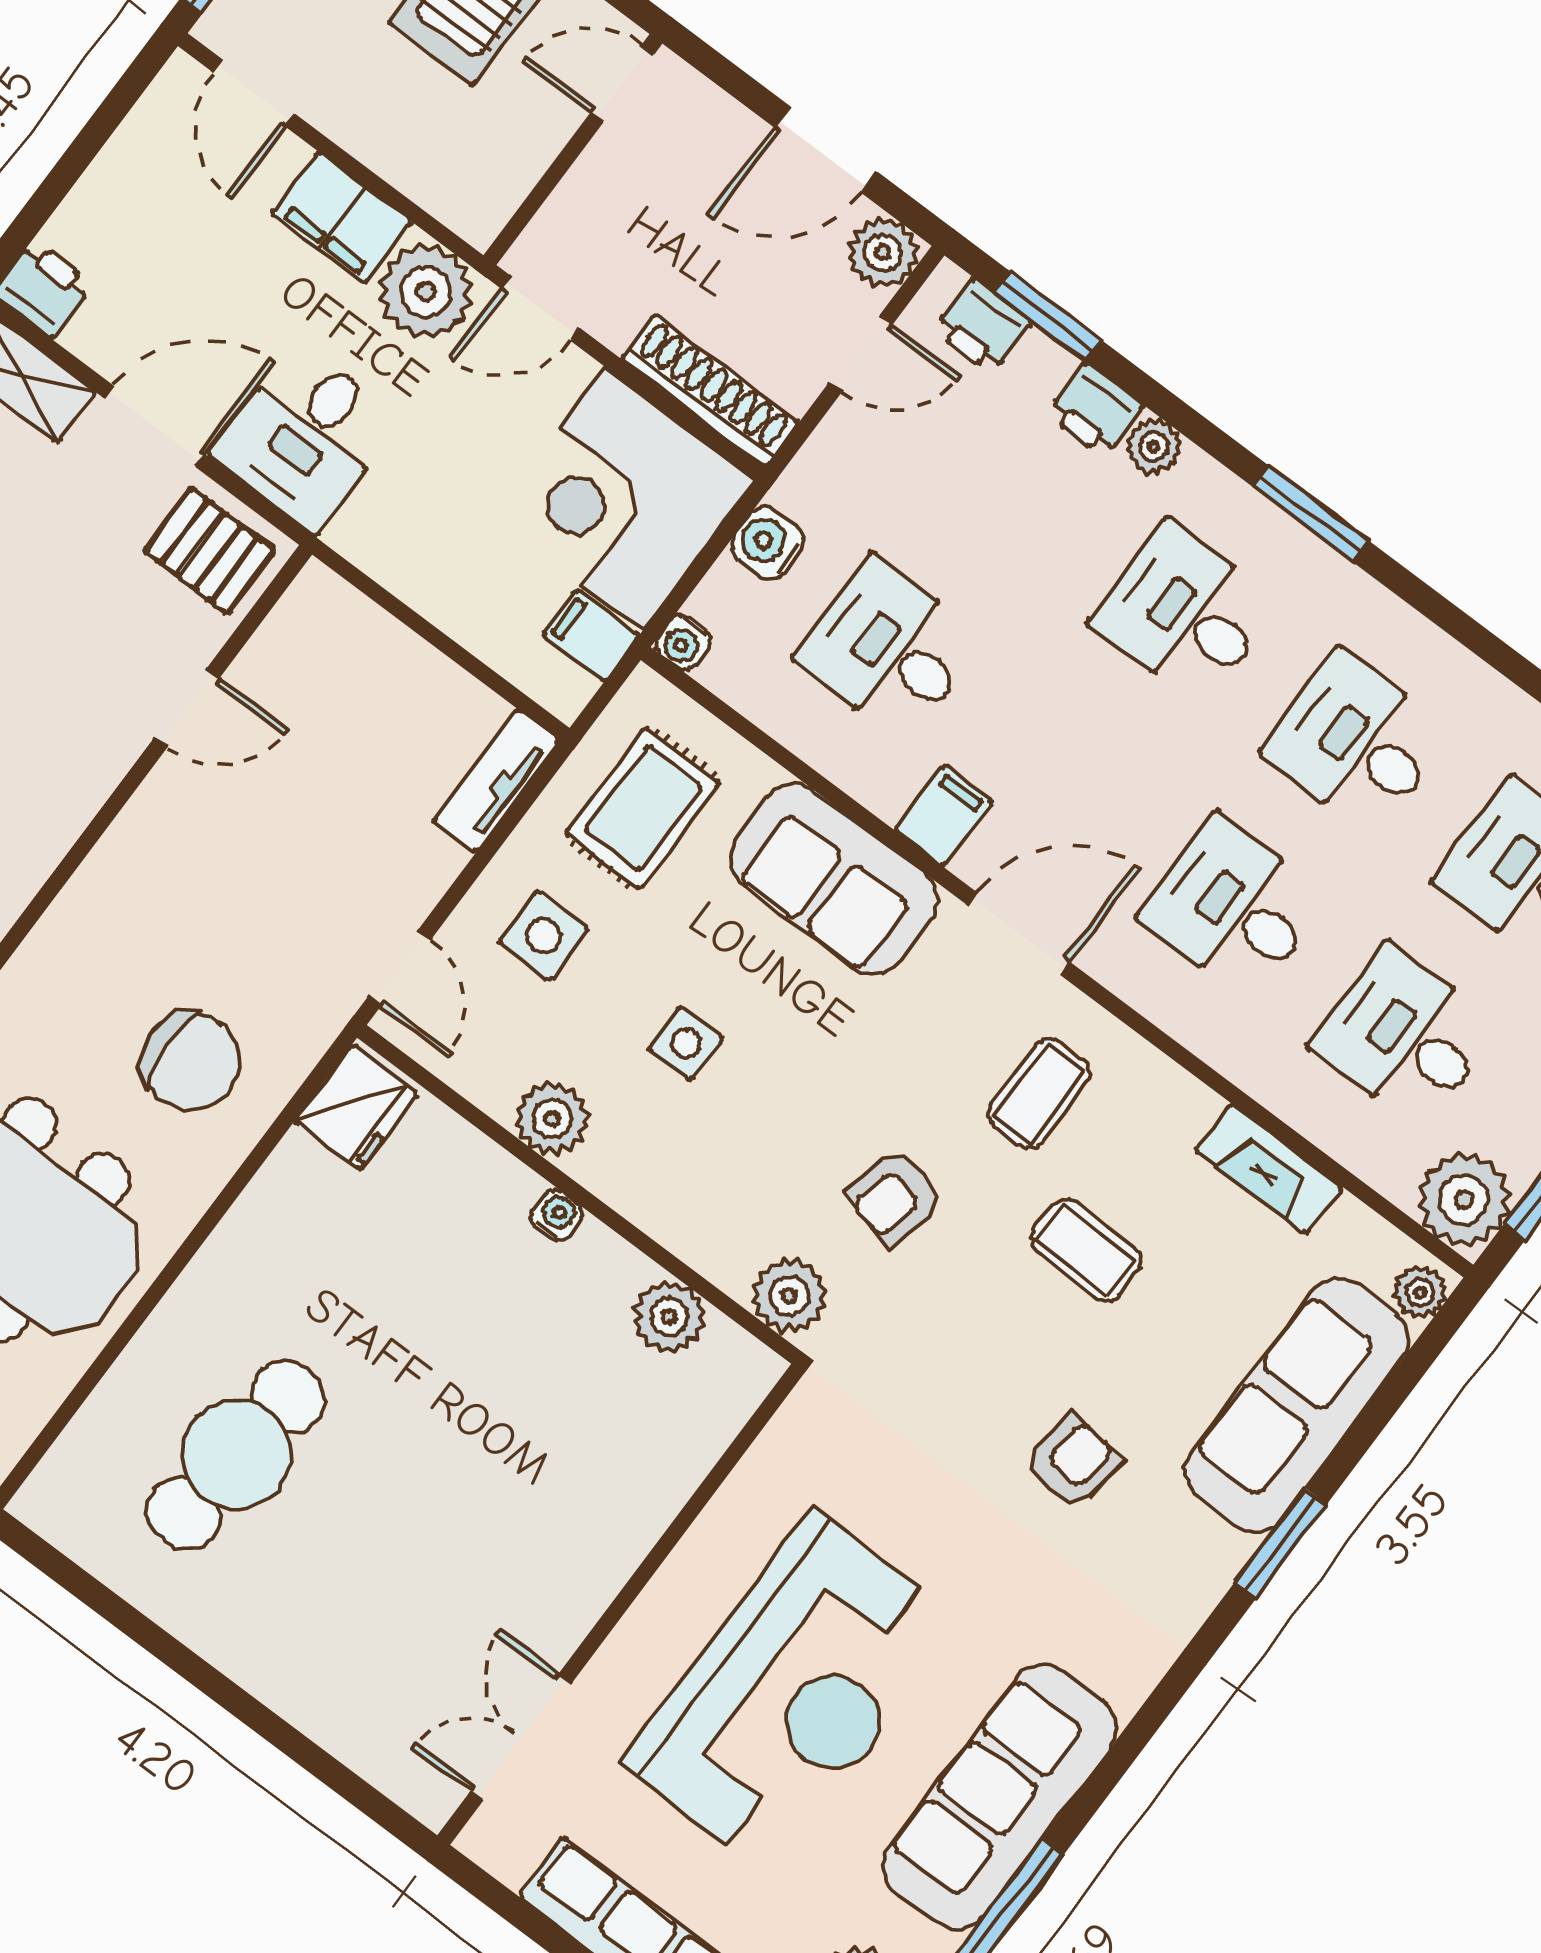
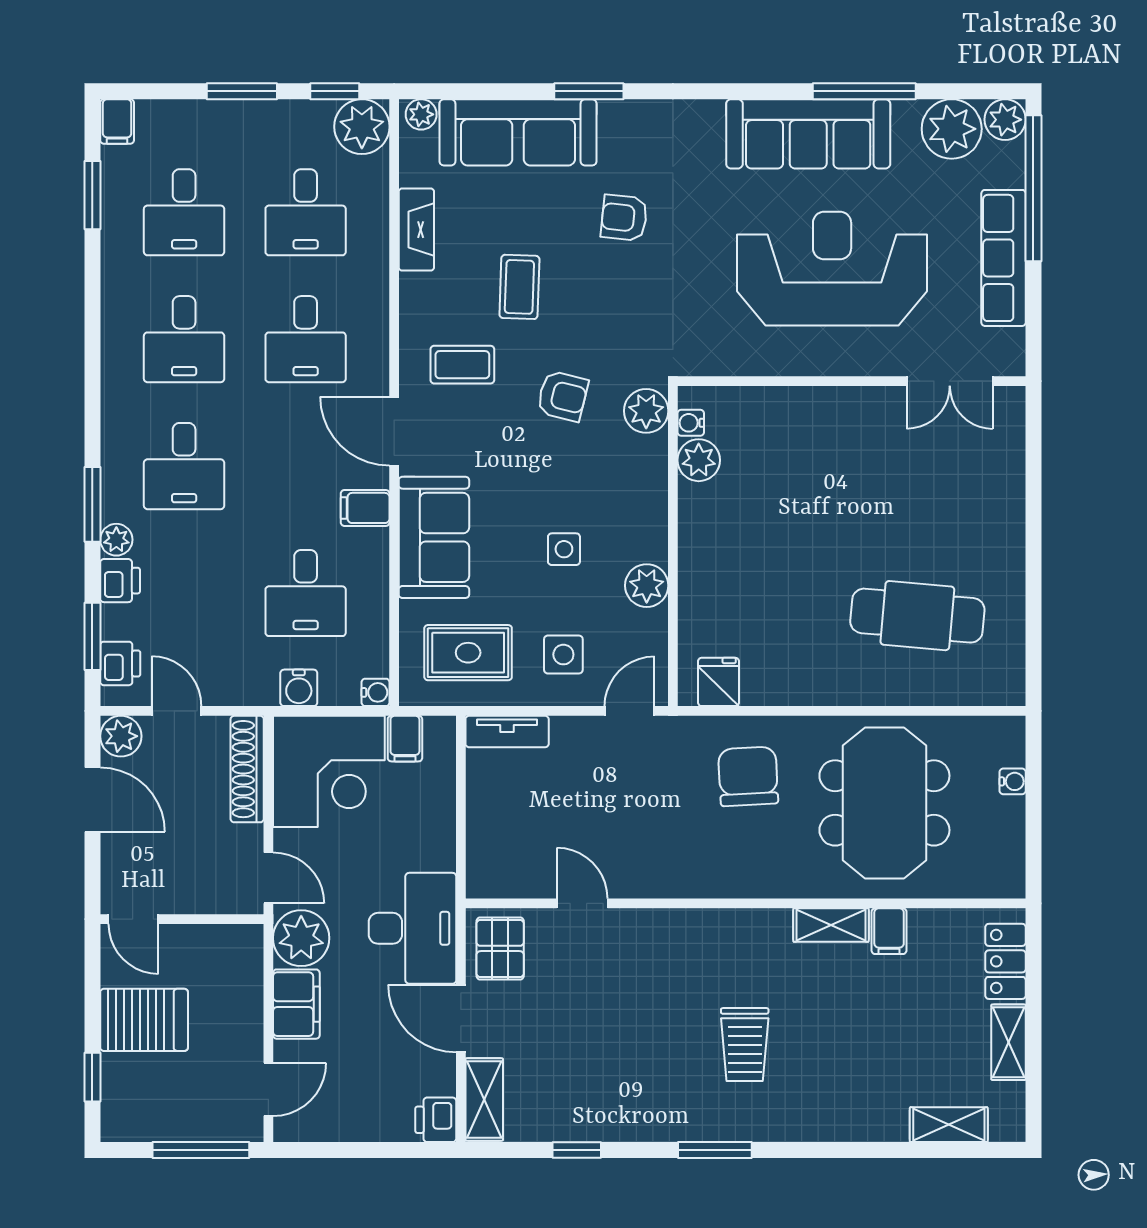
desk: (305, 437) -> (412, 928), width x1.37
window: (1311, 514) -> (92, 504), moved
fridge: (356, 1107) -> (719, 682), width x0.72
water cooler: (557, 1215) -> (691, 423), moved

